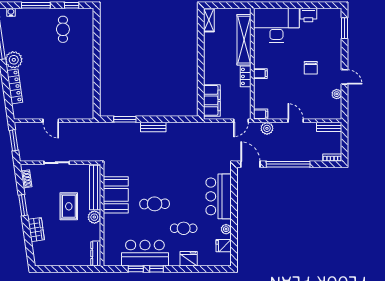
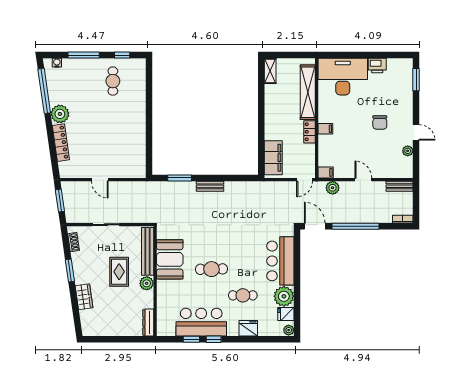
plant: (226, 229) -> (284, 296), width x1.88, depth x1.88
plant: (226, 261) -> (289, 330), added

